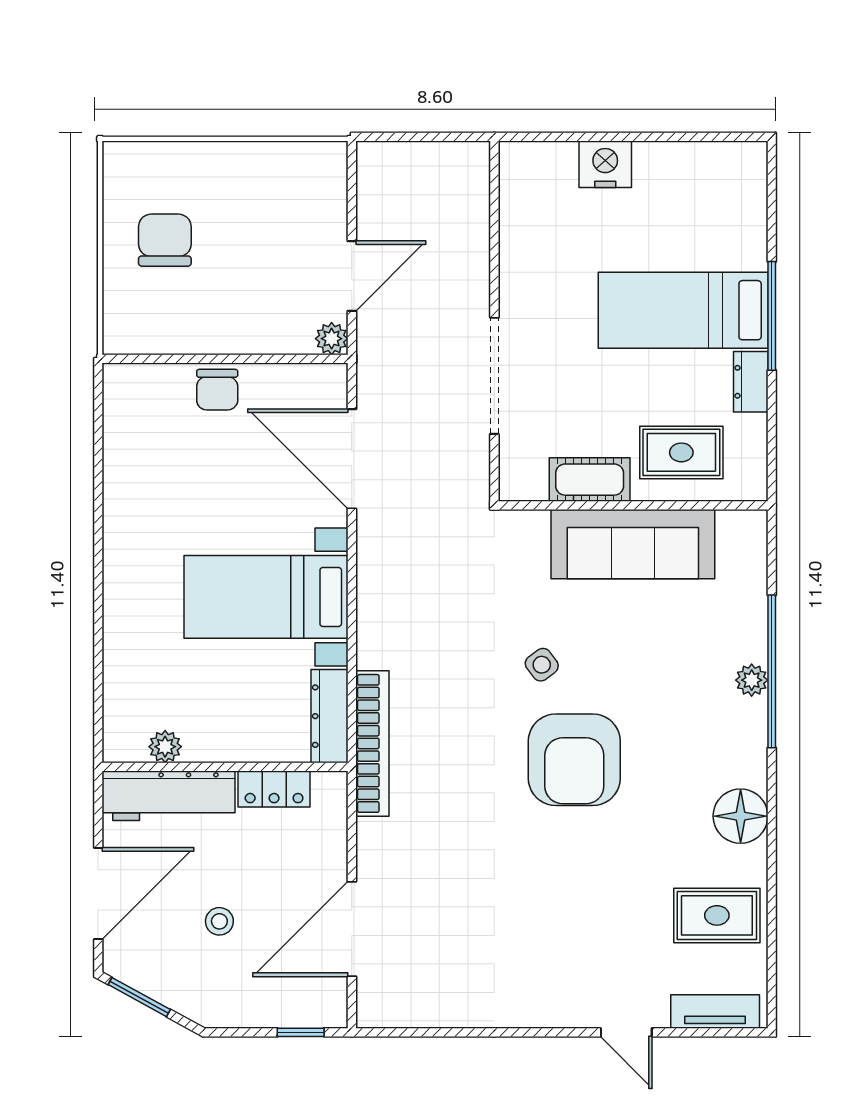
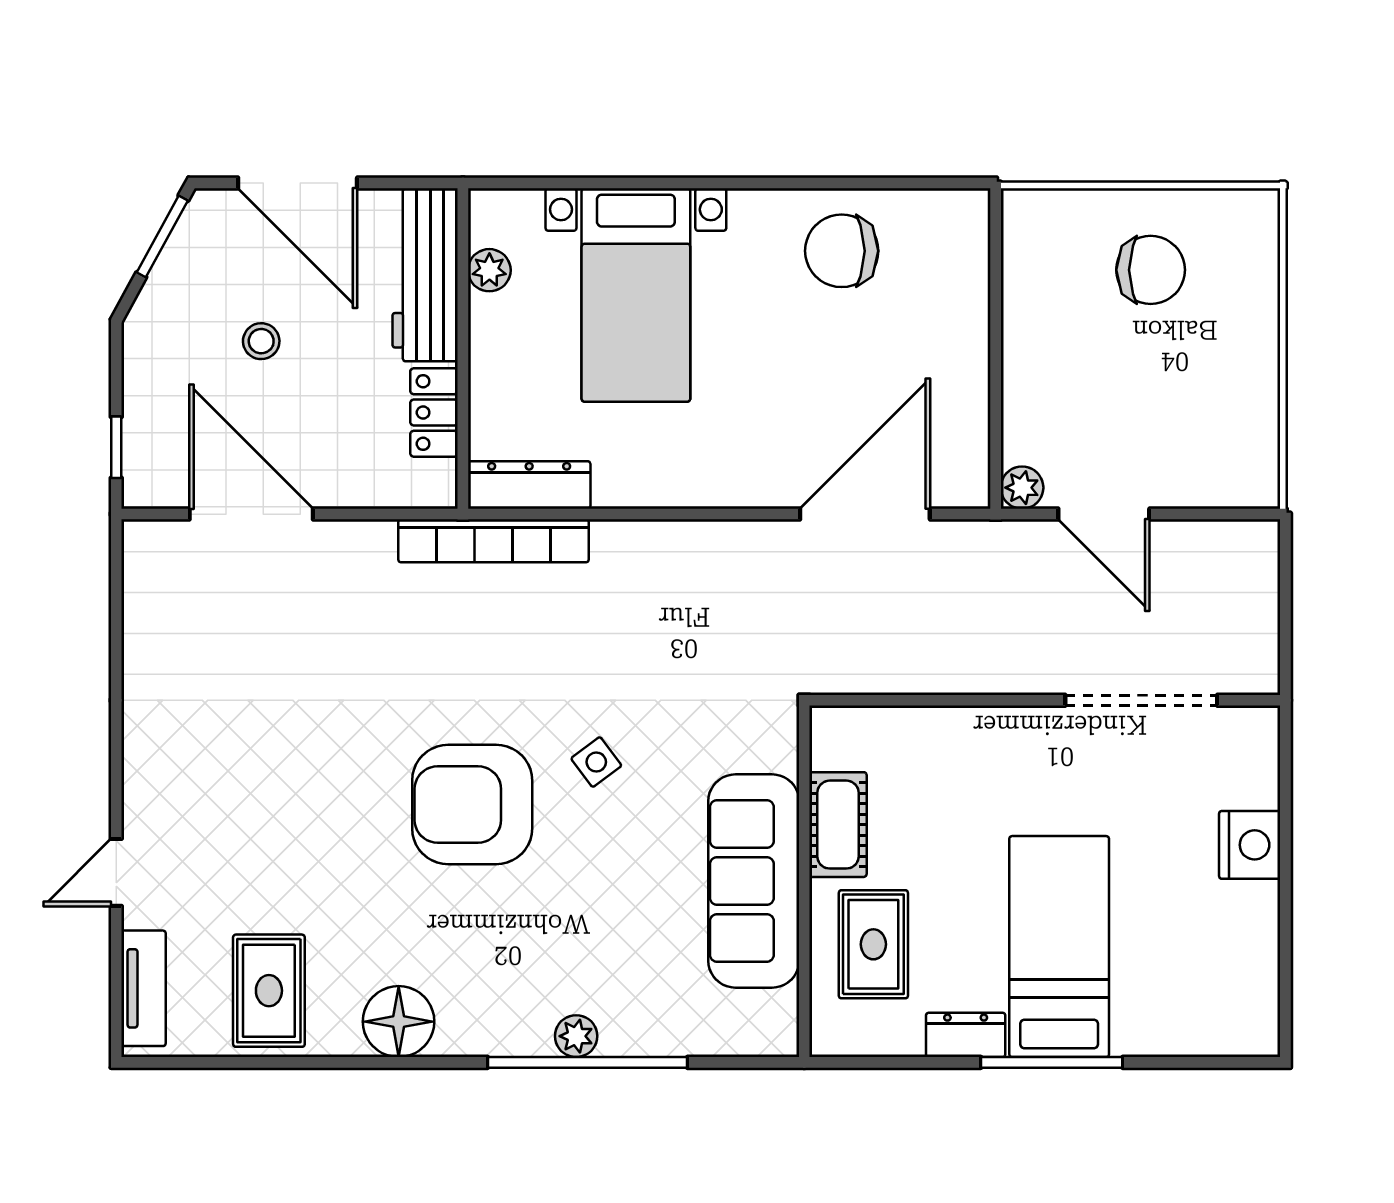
doorway: (494, 376) -> (1141, 700), moved
chair: (217, 390) -> (842, 251), moved, width x1.37, depth x1.37
bed with nightstands: (266, 597) -> (636, 295), moved, turned 180

